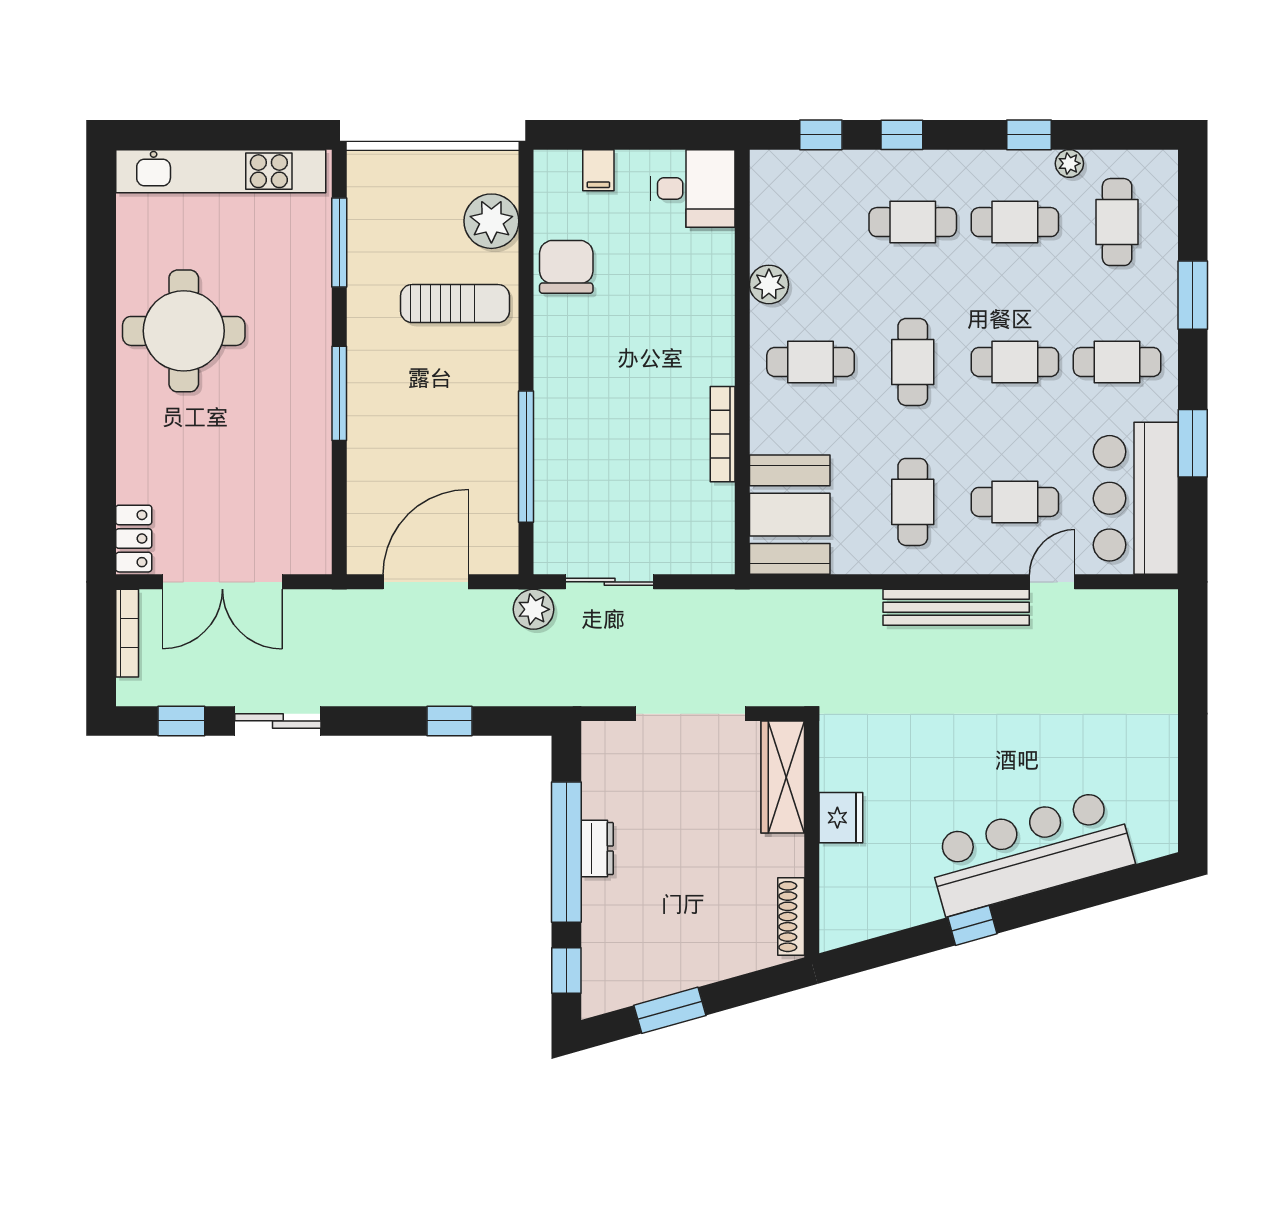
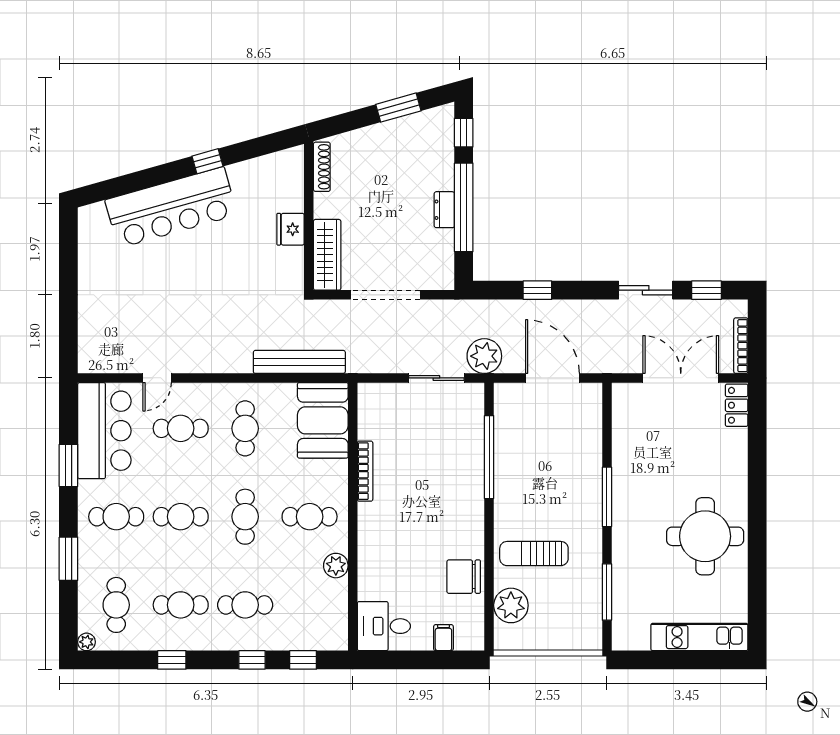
plant: (1069, 163) -> (87, 642), moved
kitchen unit: (221, 171) -> (699, 637), width x0.73
chair: (566, 267) -> (464, 577), turned 90
door: (426, 582) -> (552, 378), swing flipped
bench: (956, 607) -> (299, 362), moved
plant: (534, 609) -> (484, 356), width x1.36, depth x1.36

